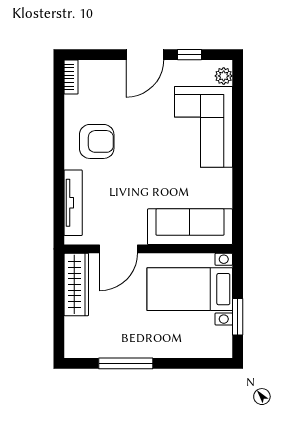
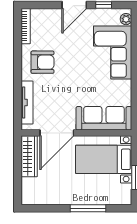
bookcase: (71, 77) -> (26, 26), width x1.56
door: (119, 249) -> (57, 133), width x1.36
window: (126, 363) -> (88, 208), moved

